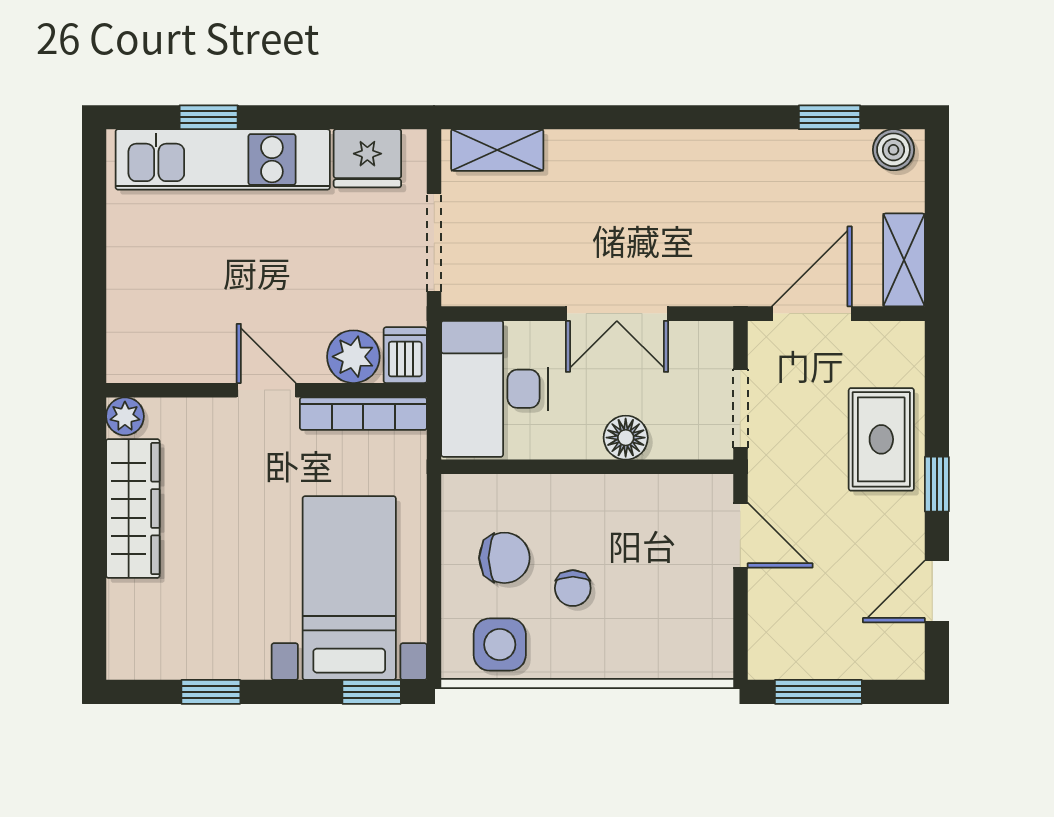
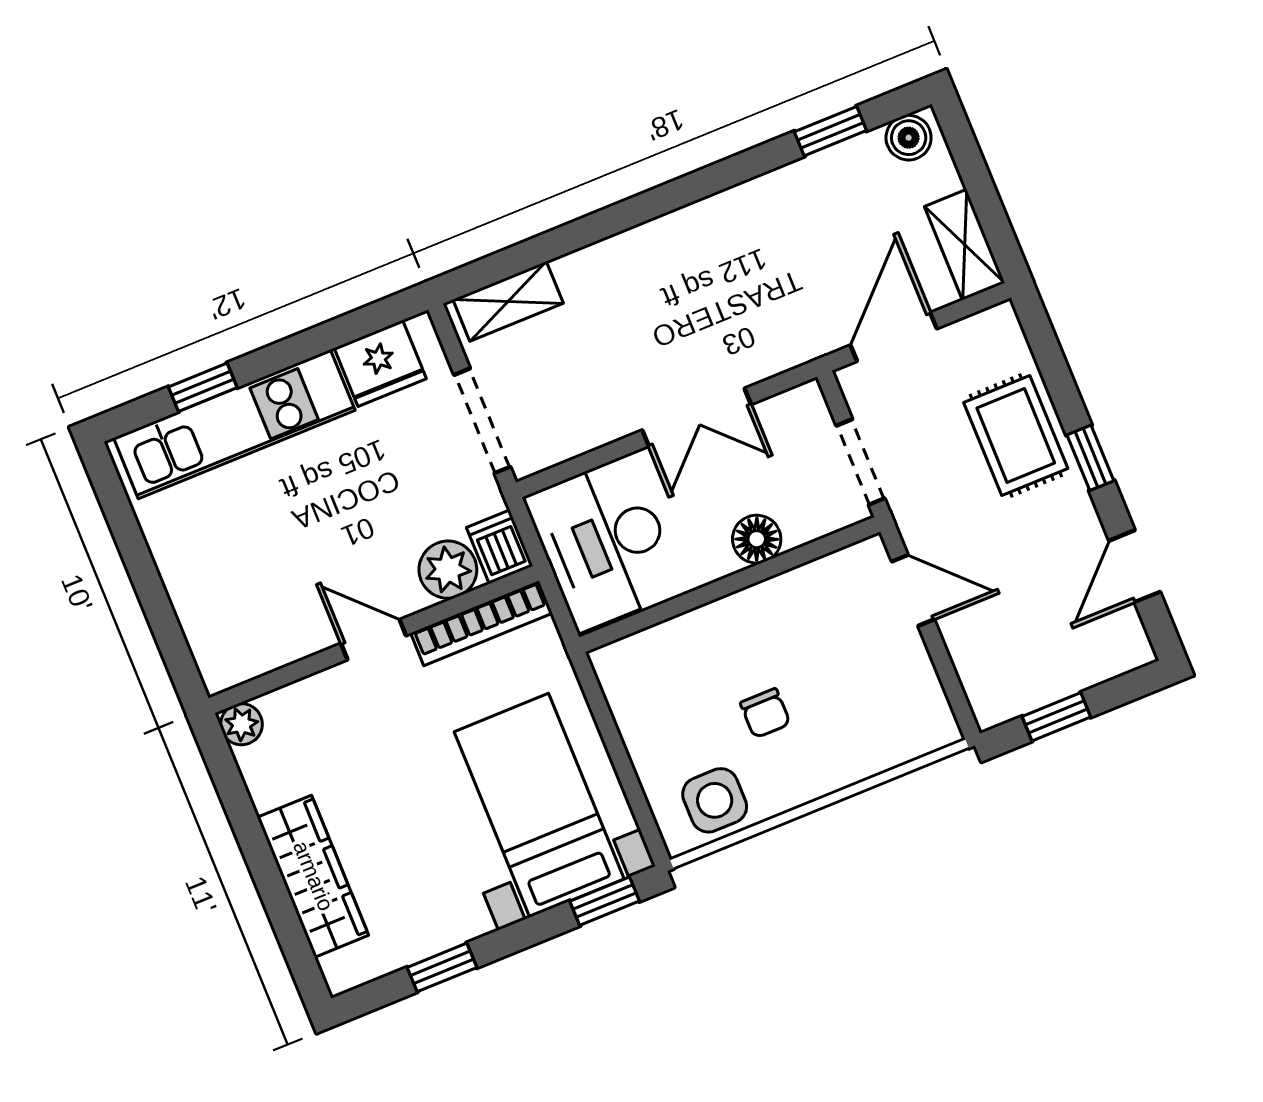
wardrobe: (133, 508) -> (313, 876), moved
chair: (504, 558) -> (684, 711), removed
window: (818, 692) -> (1056, 717), width x0.67

